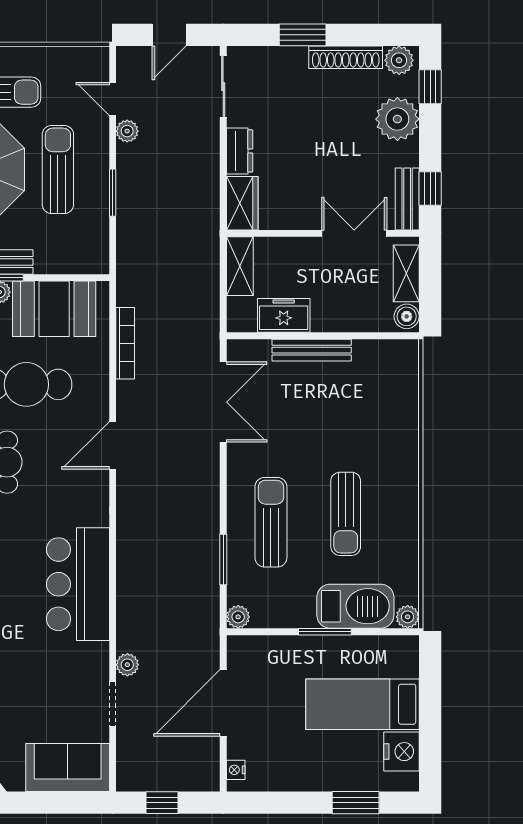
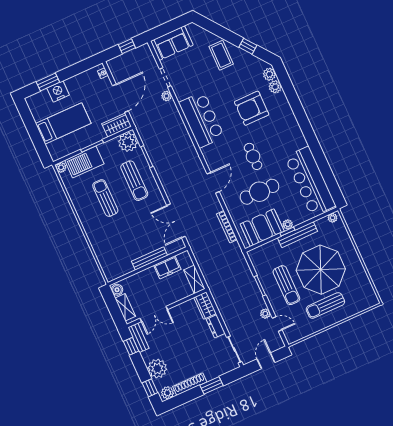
plant: (238, 617) -> (128, 142), width x1.87, depth x1.87
wardrobe: (256, 652) -> (117, 125), added
nightstand: (401, 752) -> (58, 92), moved, turned 90

